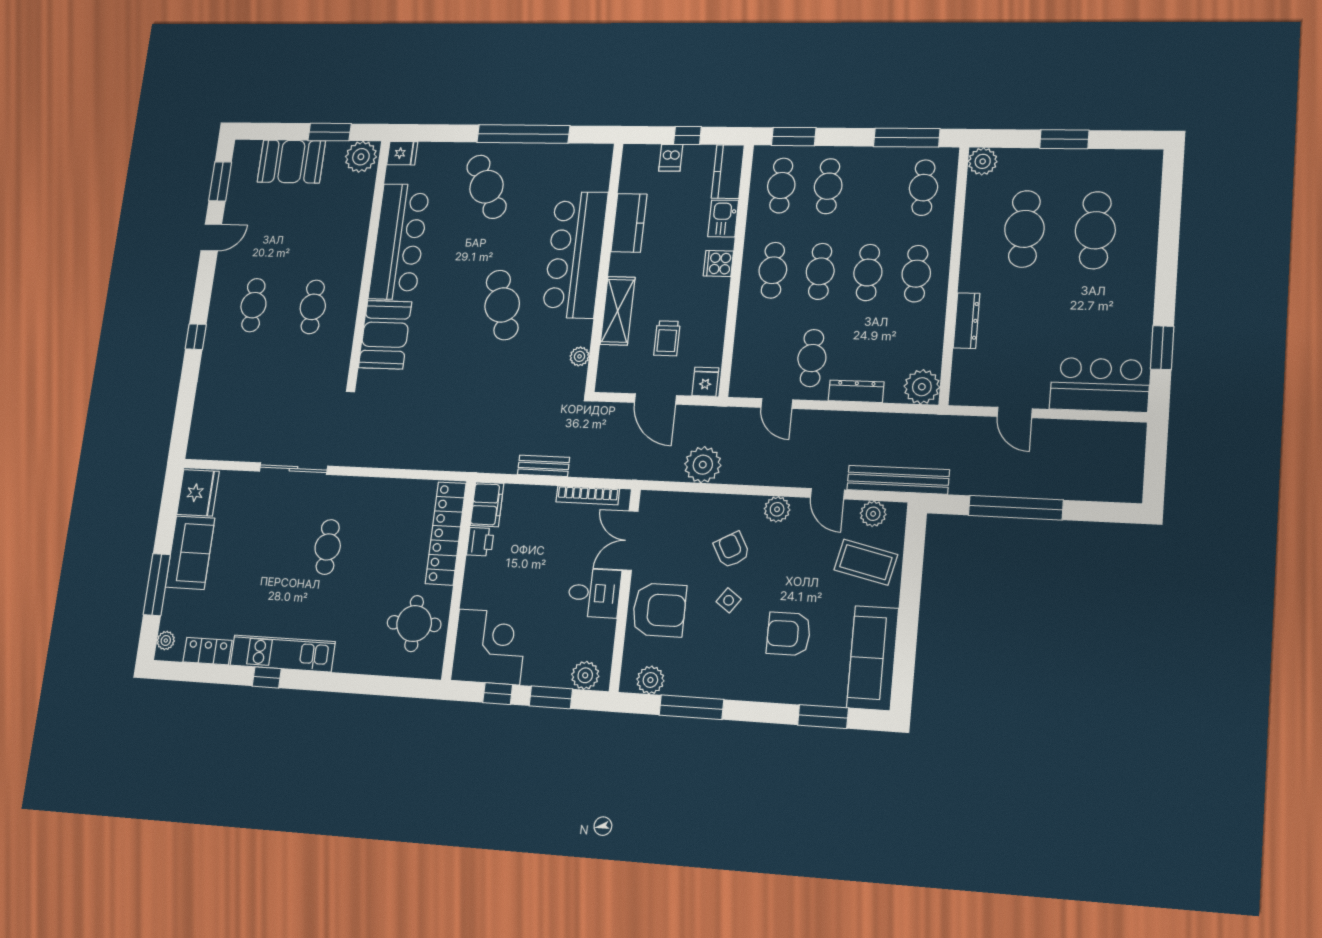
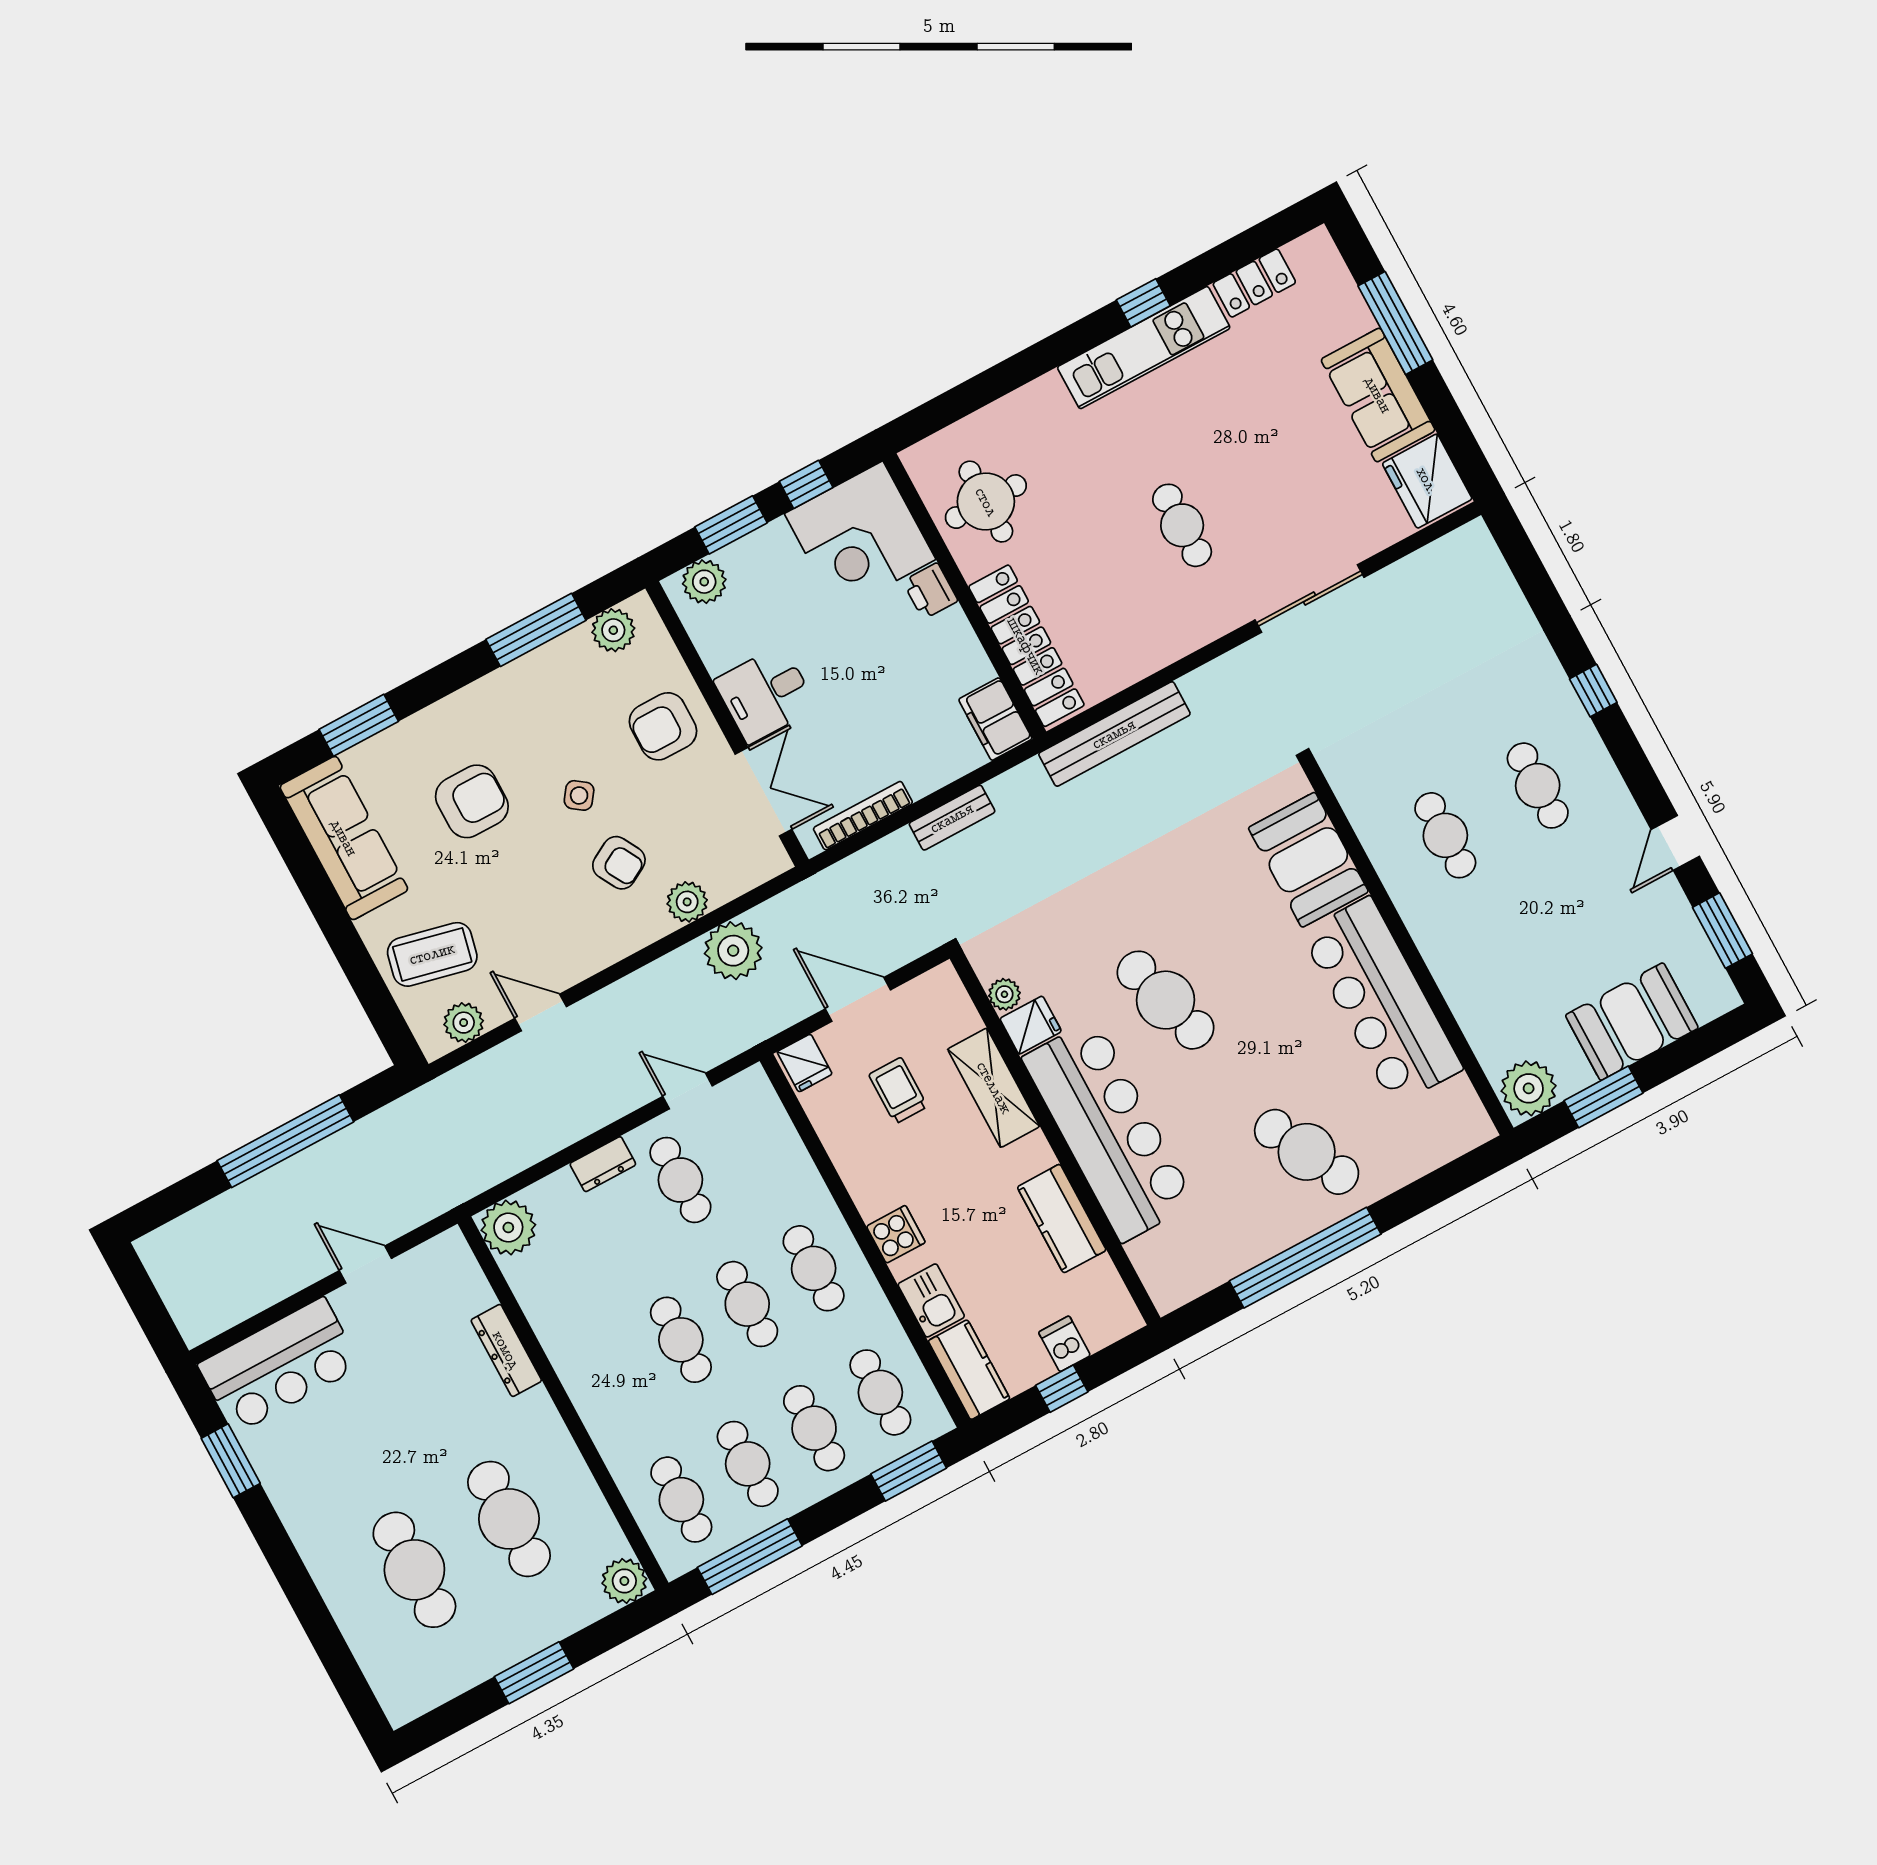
fridge: (402, 153) -> (1031, 1025), moved, turned 180
cafe table: (916, 274) -> (748, 1464), moved
dresser: (856, 391) -> (603, 1164), width x0.70
bench: (898, 480) -> (1114, 734), moved
plant: (777, 509) -> (687, 902), moved
printer: (480, 542) -> (930, 591), moved
armchair: (659, 610) -> (663, 726), width x0.73, depth x0.73
plant: (166, 641) -> (1326, 259), removed

